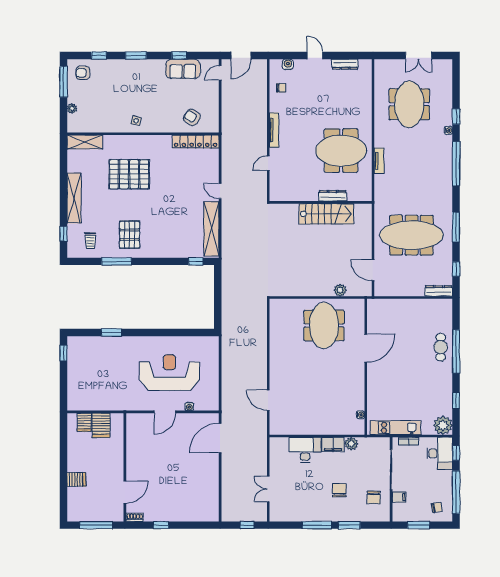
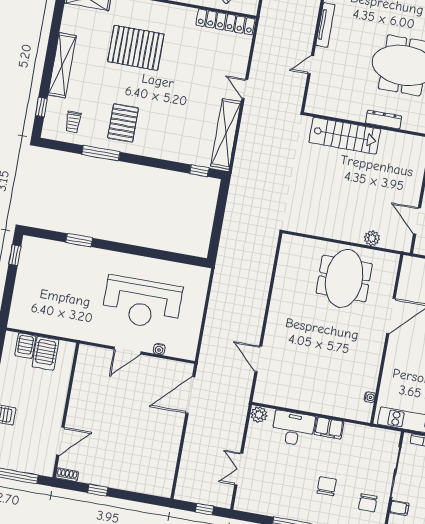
stairs: (326, 214) -> (345, 136), moved
reception desk: (170, 373) -> (142, 303), turned 180
plant: (351, 444) -> (259, 415), moved

